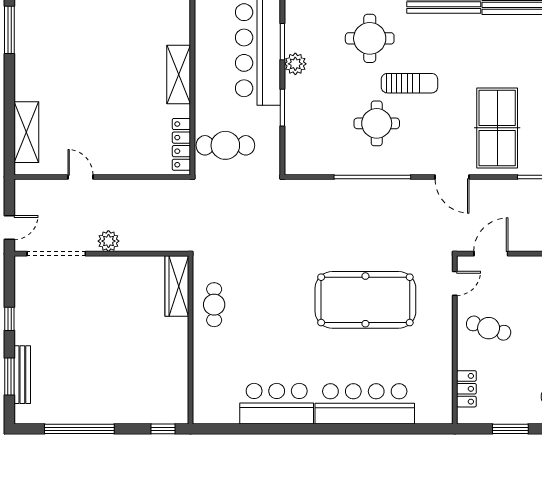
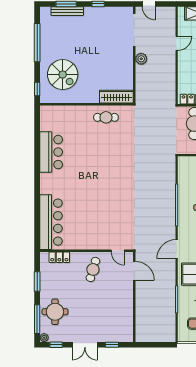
pool table: (365, 300) -> (109, 201), removed
spiral stairs: (137, 383) -> (63, 75), added
bar counter: (365, 404) -> (51, 222), moved

